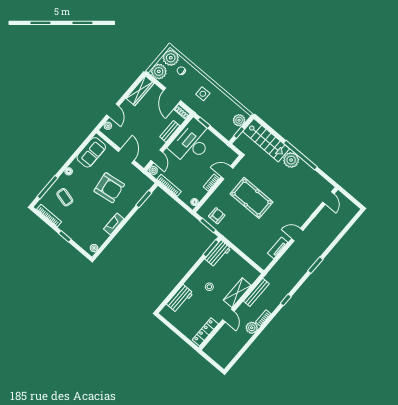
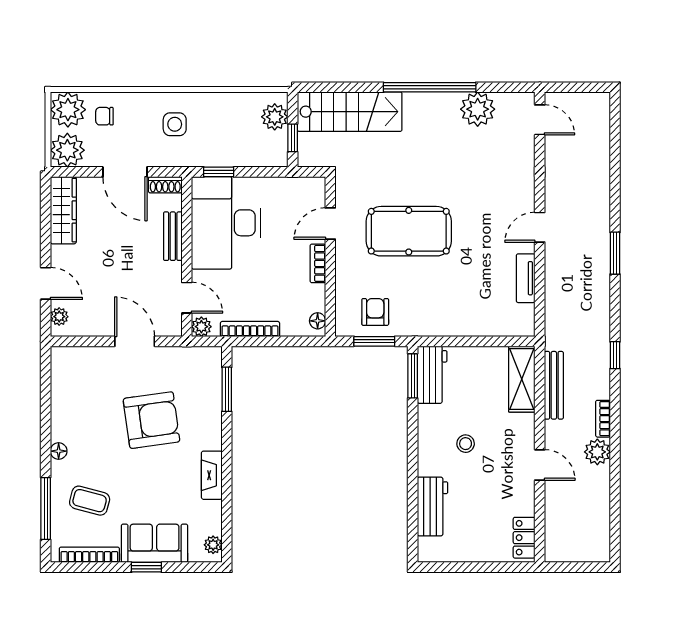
sofa: (91, 152) -> (155, 543), moved, turned -90
plant: (291, 160) -> (478, 109), moved
shelving: (237, 293) -> (522, 379), moved
locker: (205, 332) -> (524, 538), width x0.66

